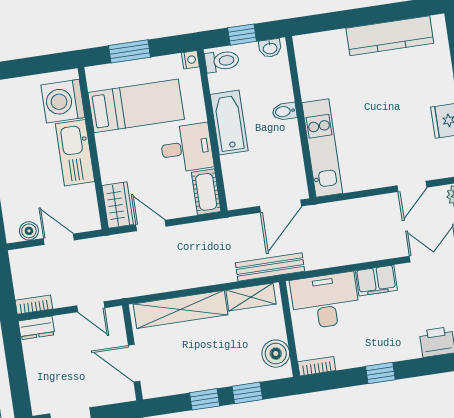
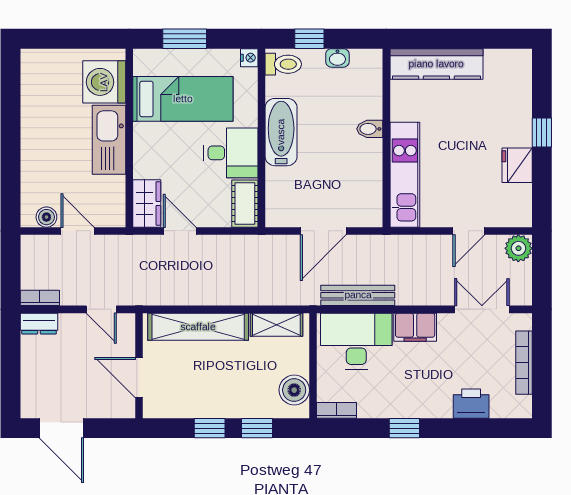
kitchen counter: (390, 36) -> (436, 64), moved
bidet: (284, 111) -> (370, 129), moved
wall: (301, 117) -> (386, 138), moved
kitchen unit: (322, 148) -> (405, 175), moved
bench: (270, 267) -> (358, 295), moved

